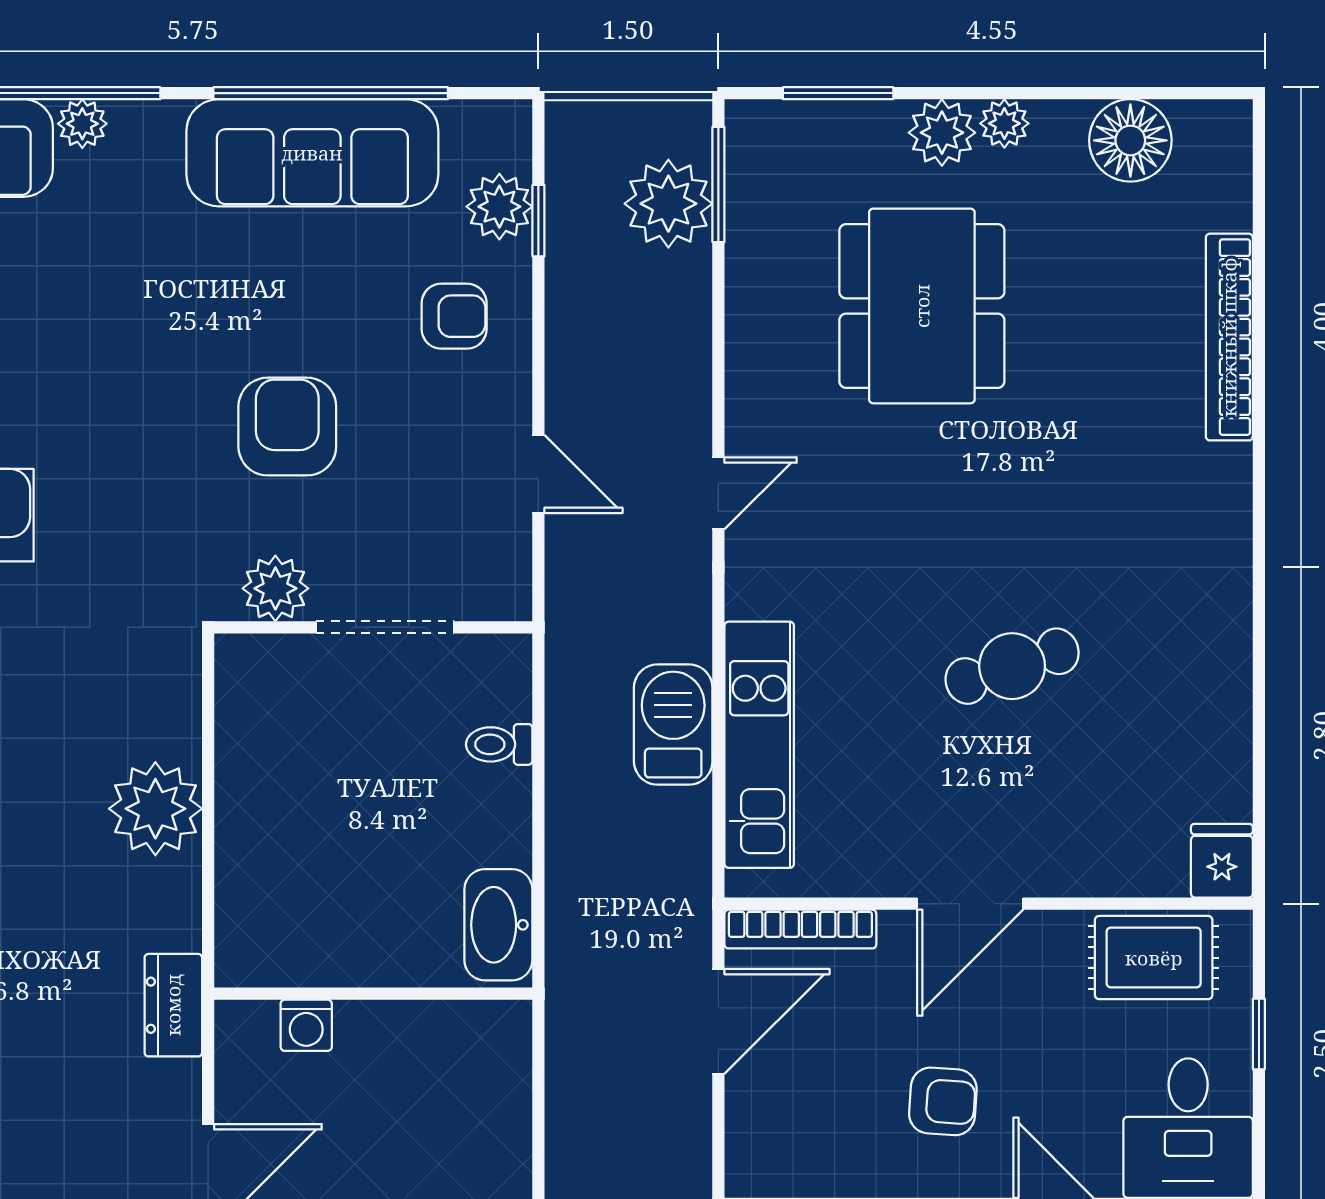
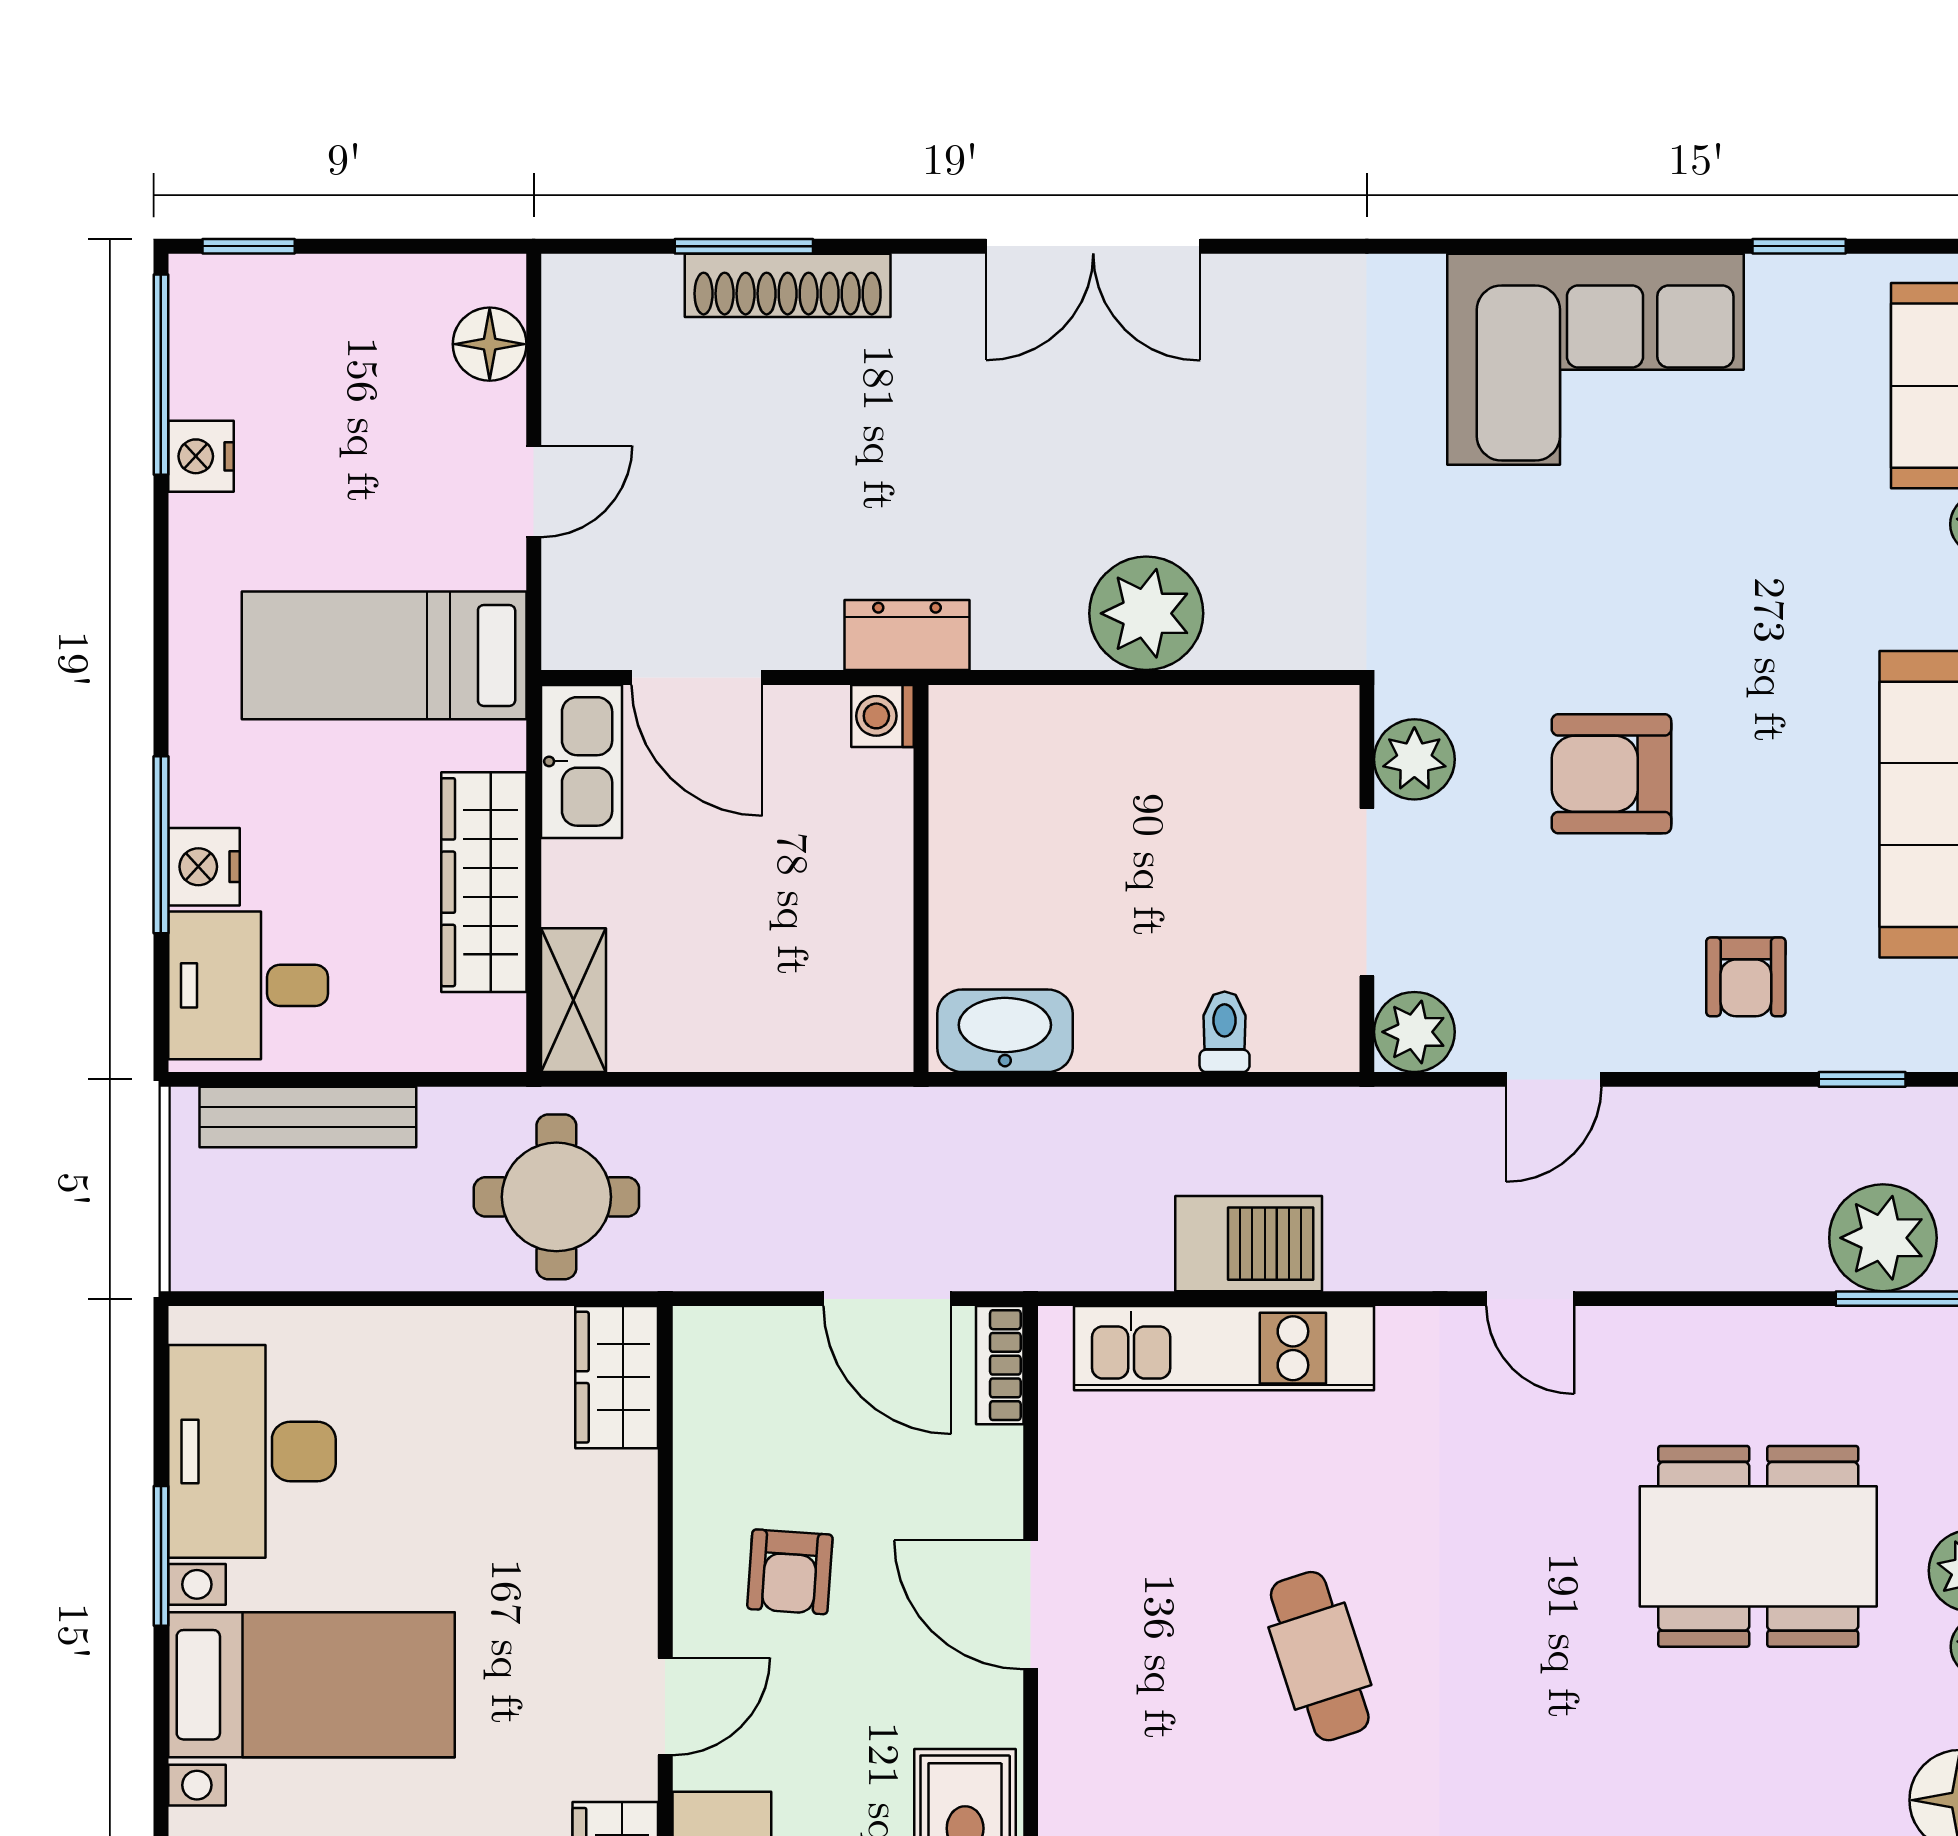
plant: (499, 207) -> (1414, 1032), moved
armchair: (287, 427) -> (1611, 774), turned 180
bookcase: (800, 929) -> (1000, 1365), width x0.64
washing machine: (306, 1025) -> (883, 716), moved

